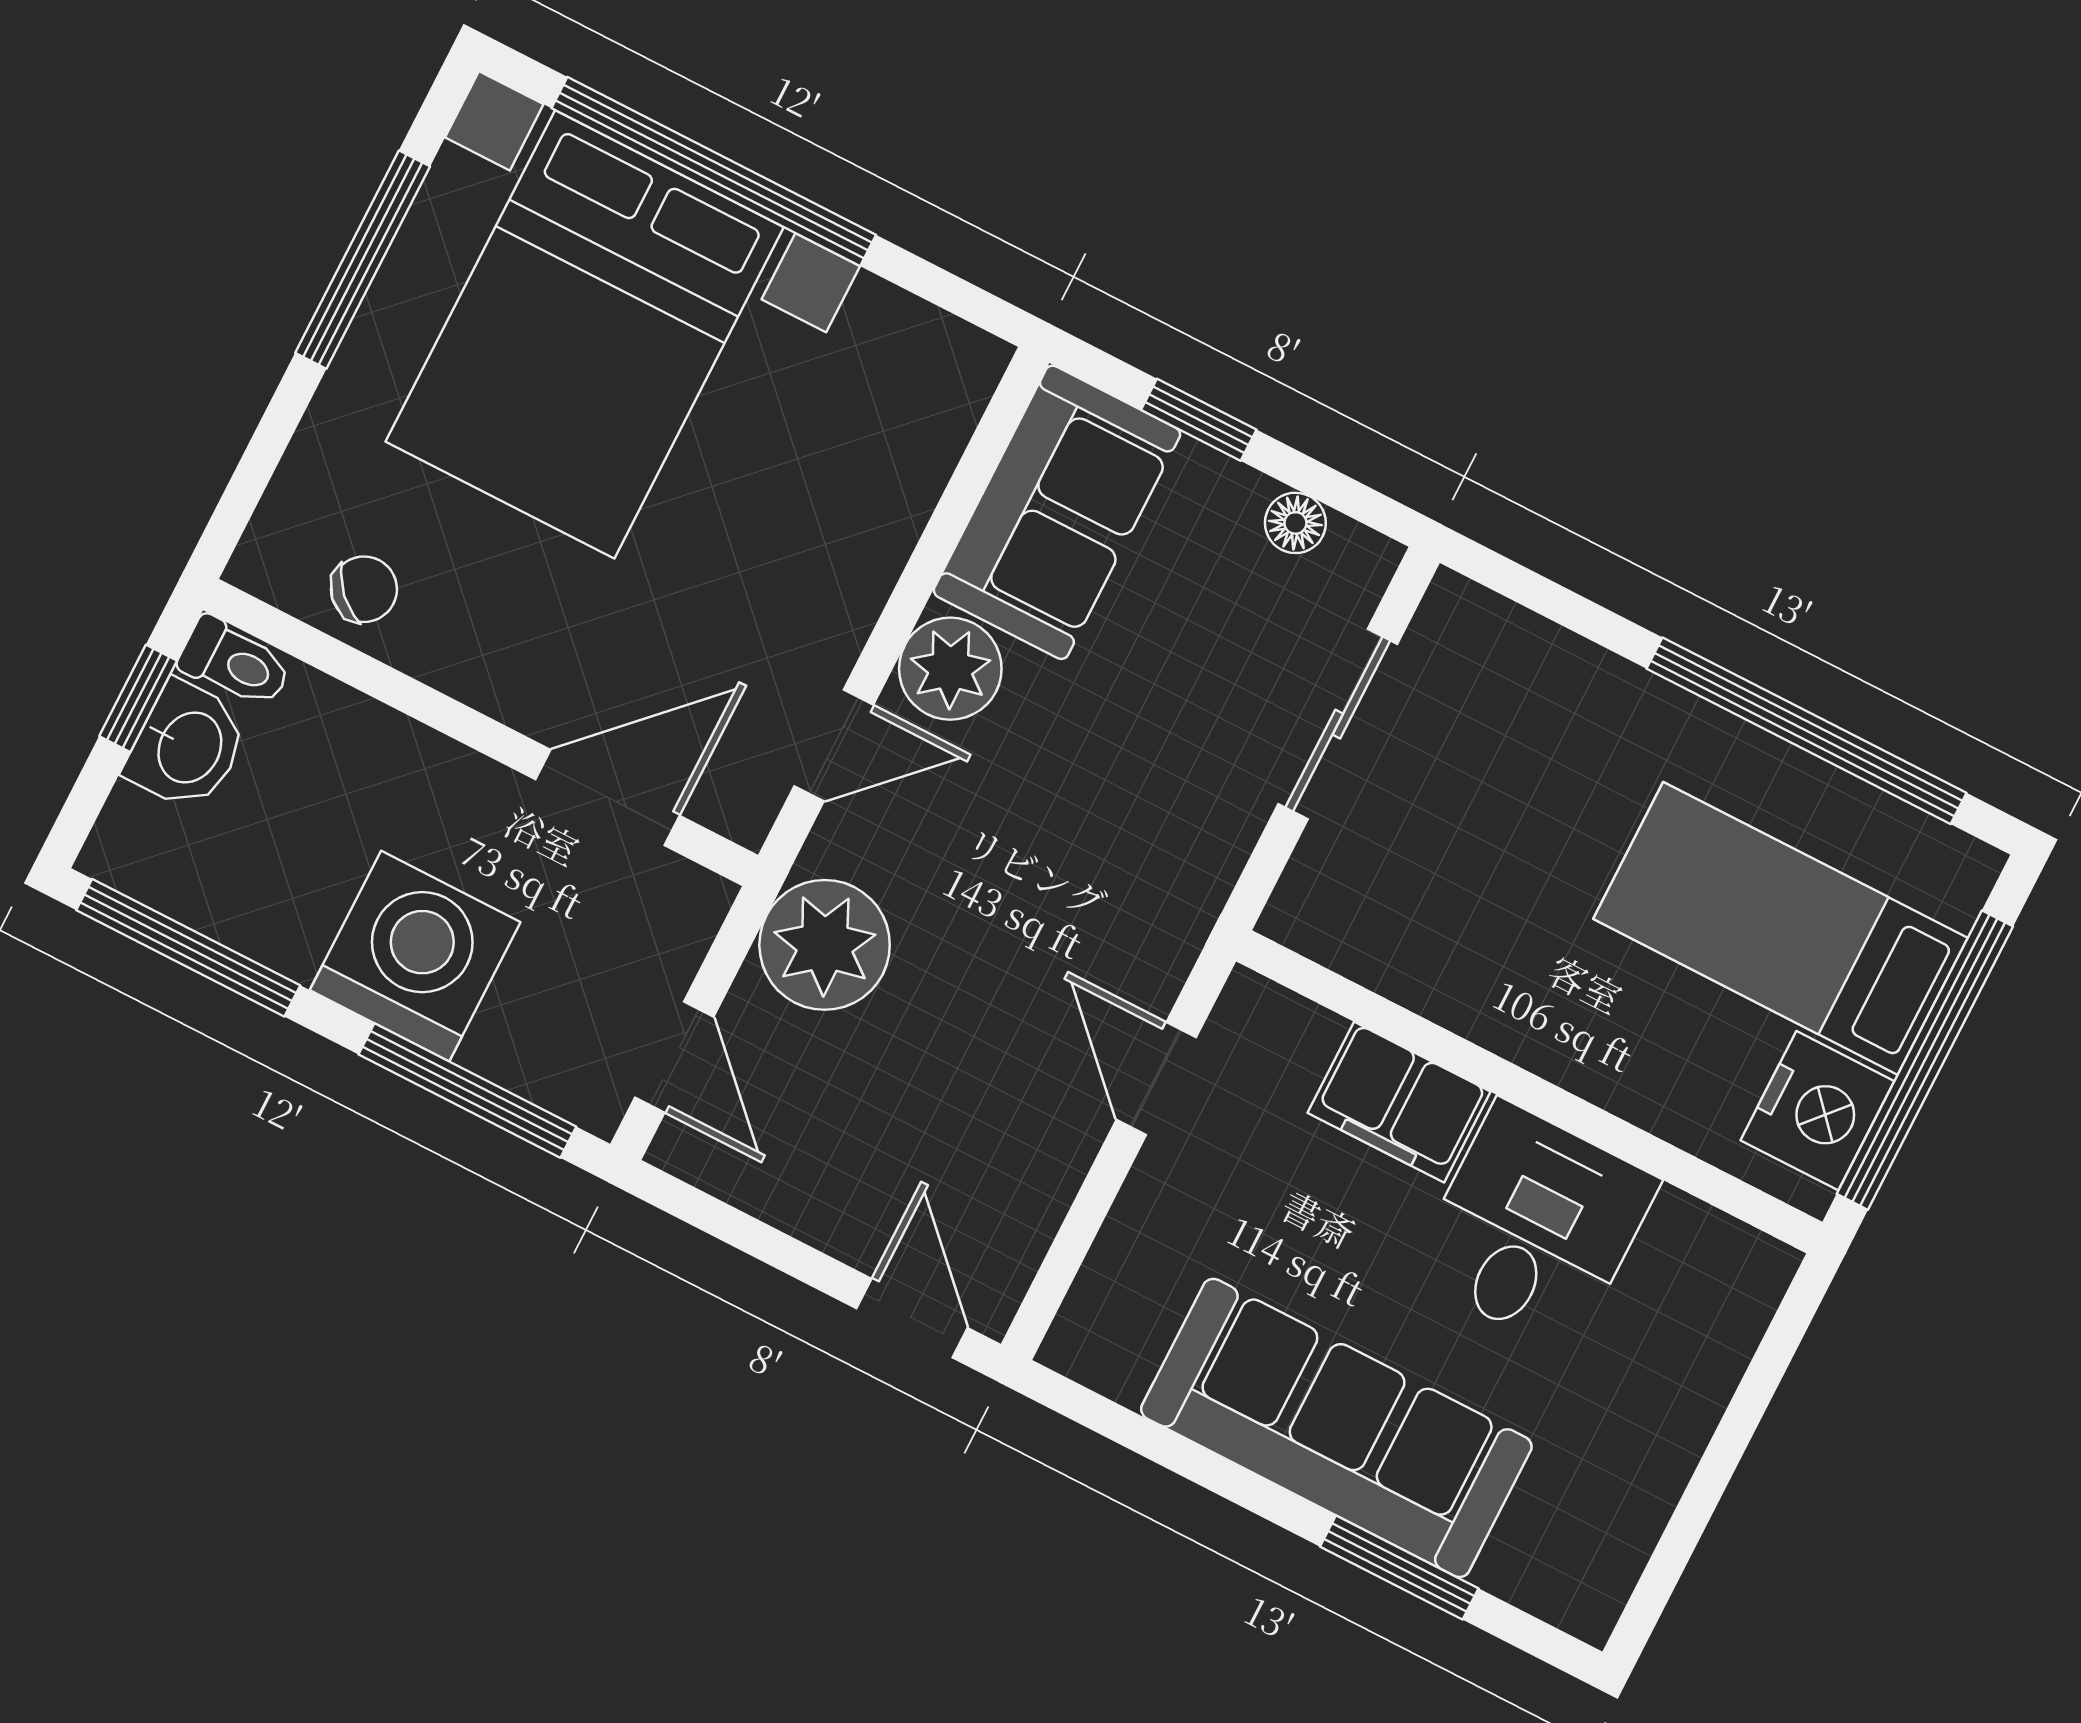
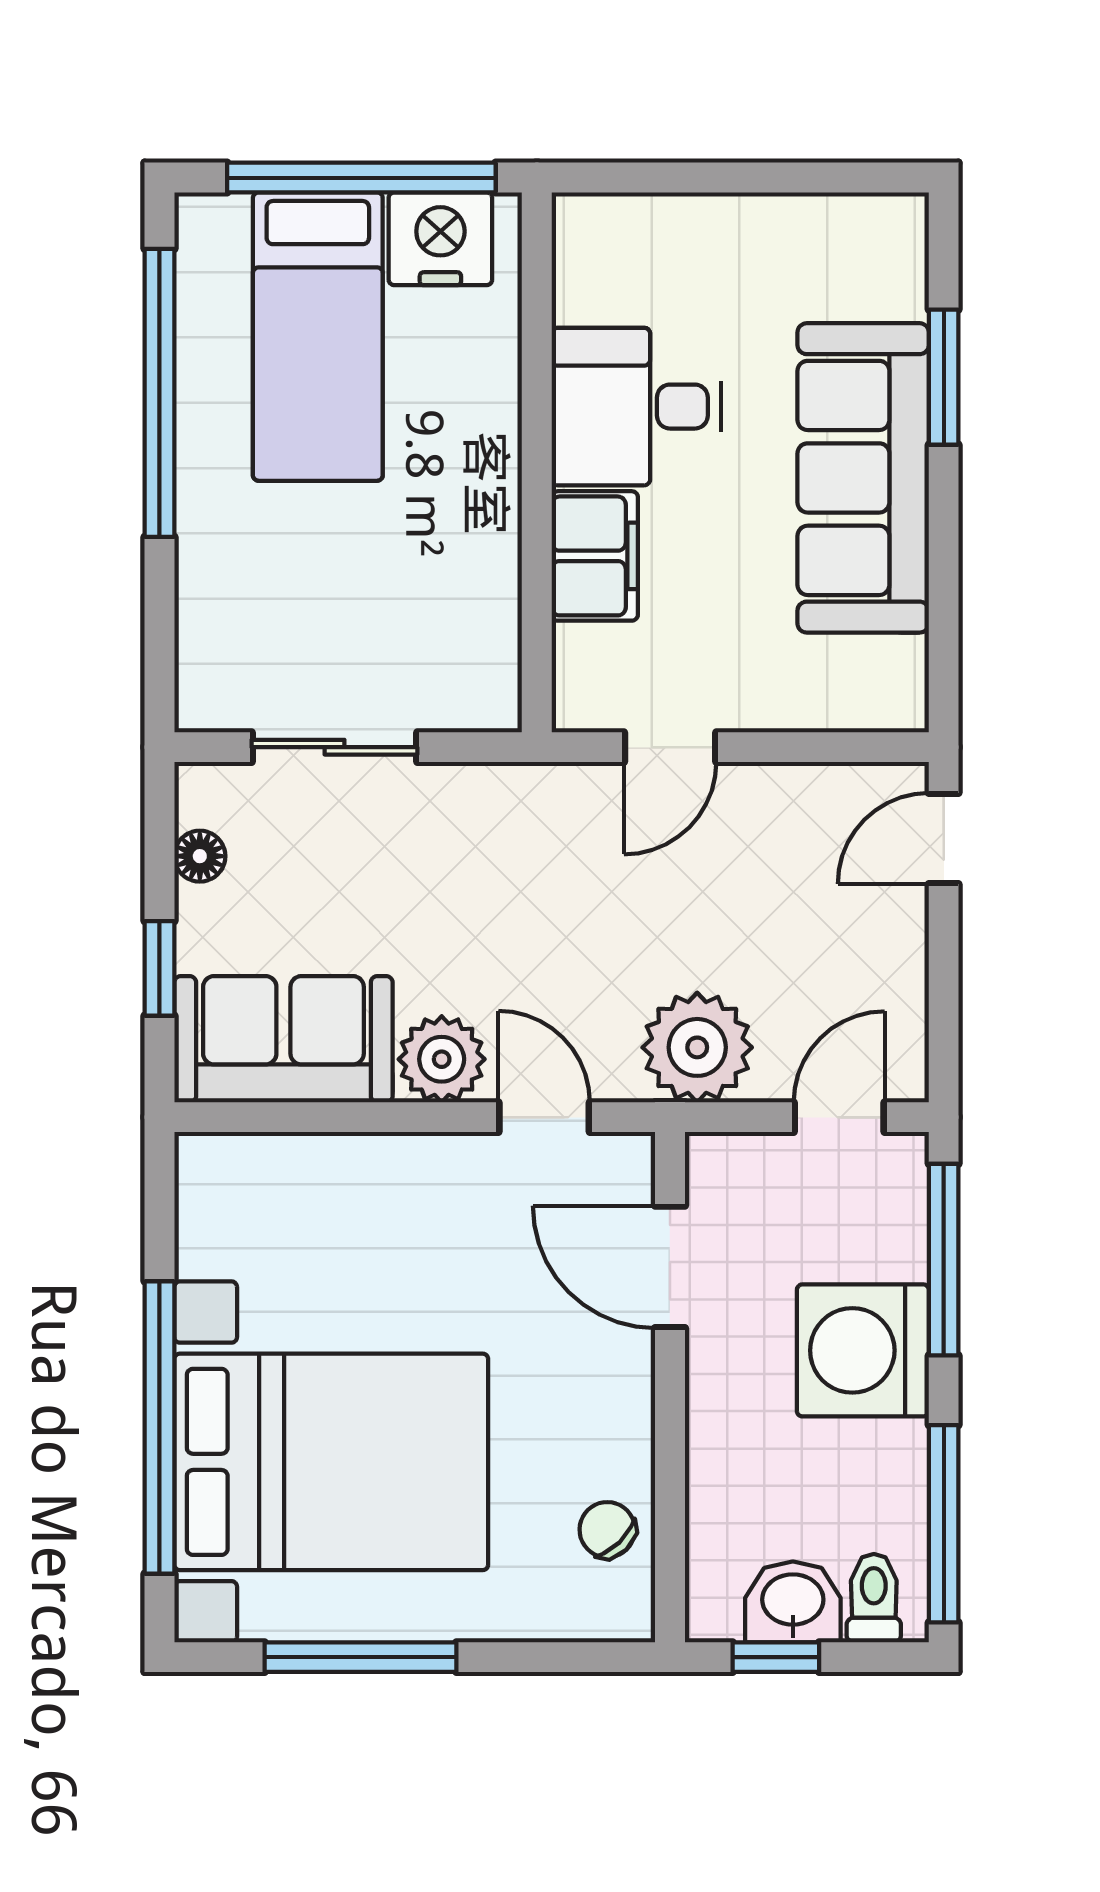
toilet: (235, 663) -> (874, 1598), moved

